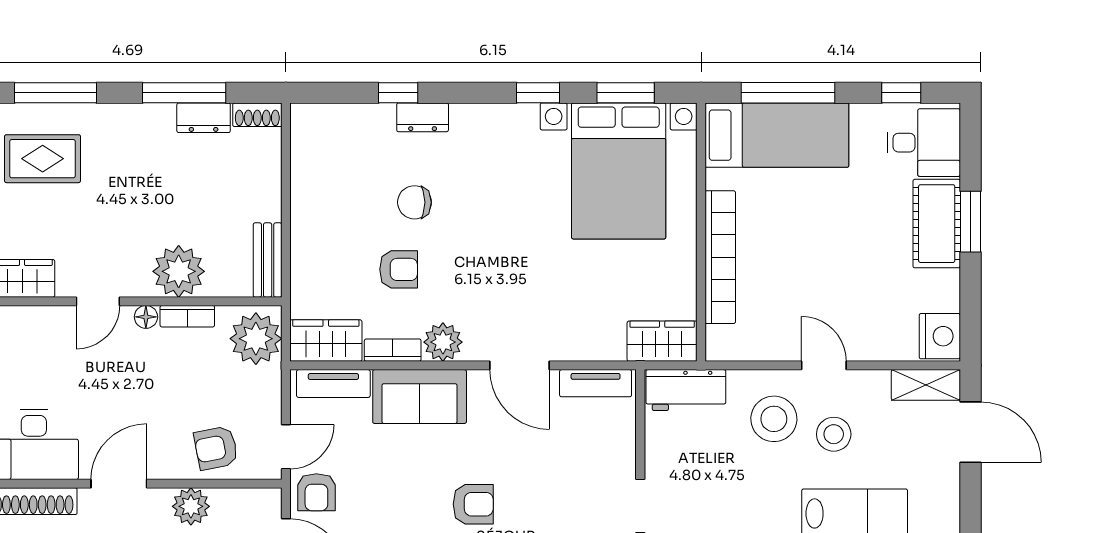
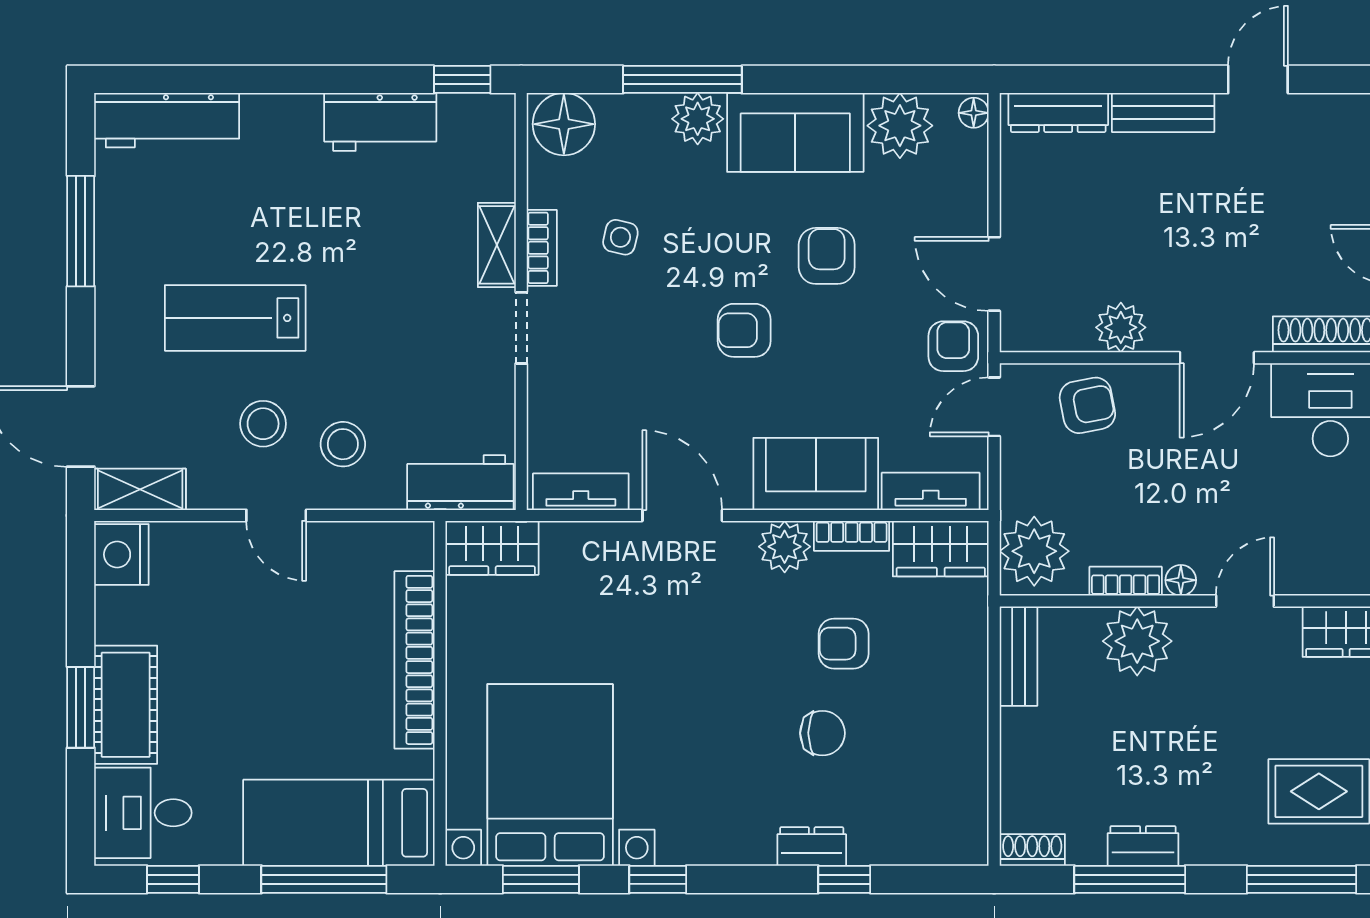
dresser: (204, 118) -> (1143, 846), moved
stool: (774, 419) -> (343, 444), width x0.73, depth x0.73

